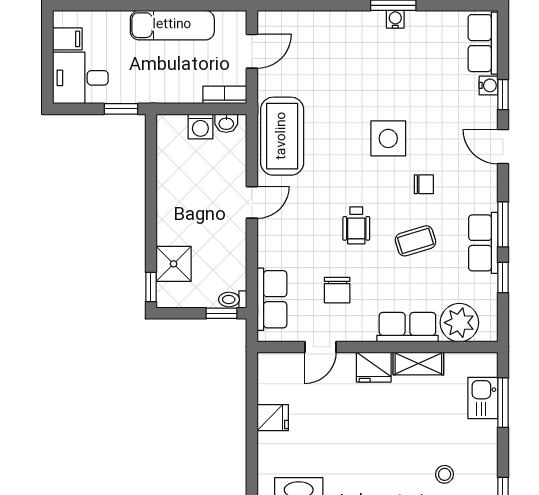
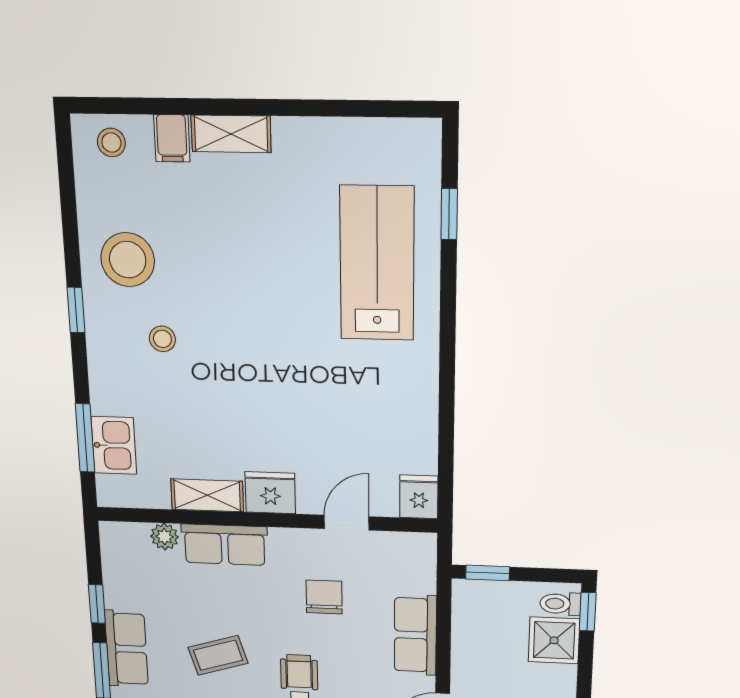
toilet: (233, 299) -> (560, 604), moved, turned 180
row of seats: (272, 299) -> (415, 635), moved
plant: (459, 323) -> (165, 537), width x0.53, depth x0.53
fridge: (273, 418) -> (419, 497), moved, turned 90

